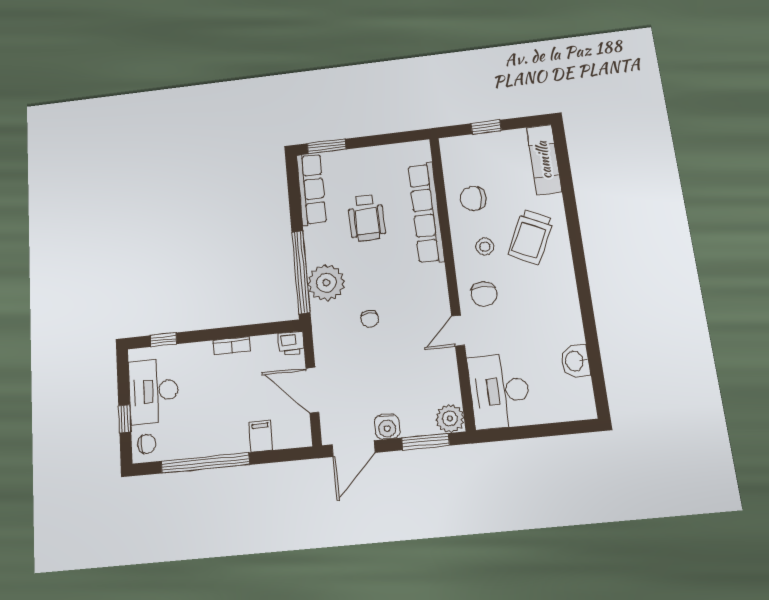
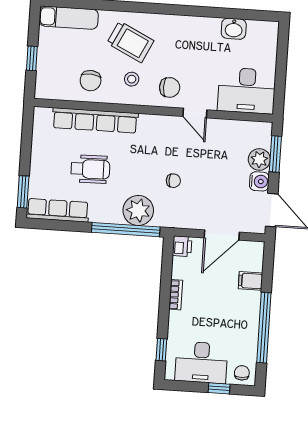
plant: (450, 419) -> (259, 159), moved

